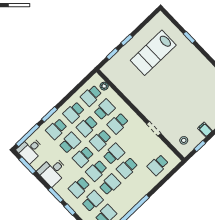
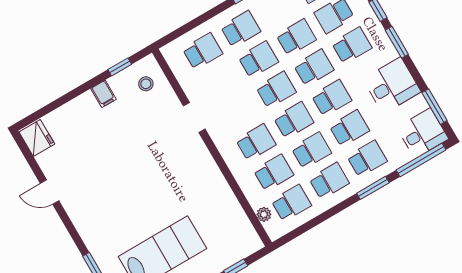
school desk: (104, 110) -> (273, 173), turned 180
school desk: (70, 143) -> (349, 128), turned 180
school desk: (114, 154) -> (276, 90), turned 180
school desk: (140, 182) -> (240, 29), added
school desk: (110, 184) -> (296, 37), turned 180

